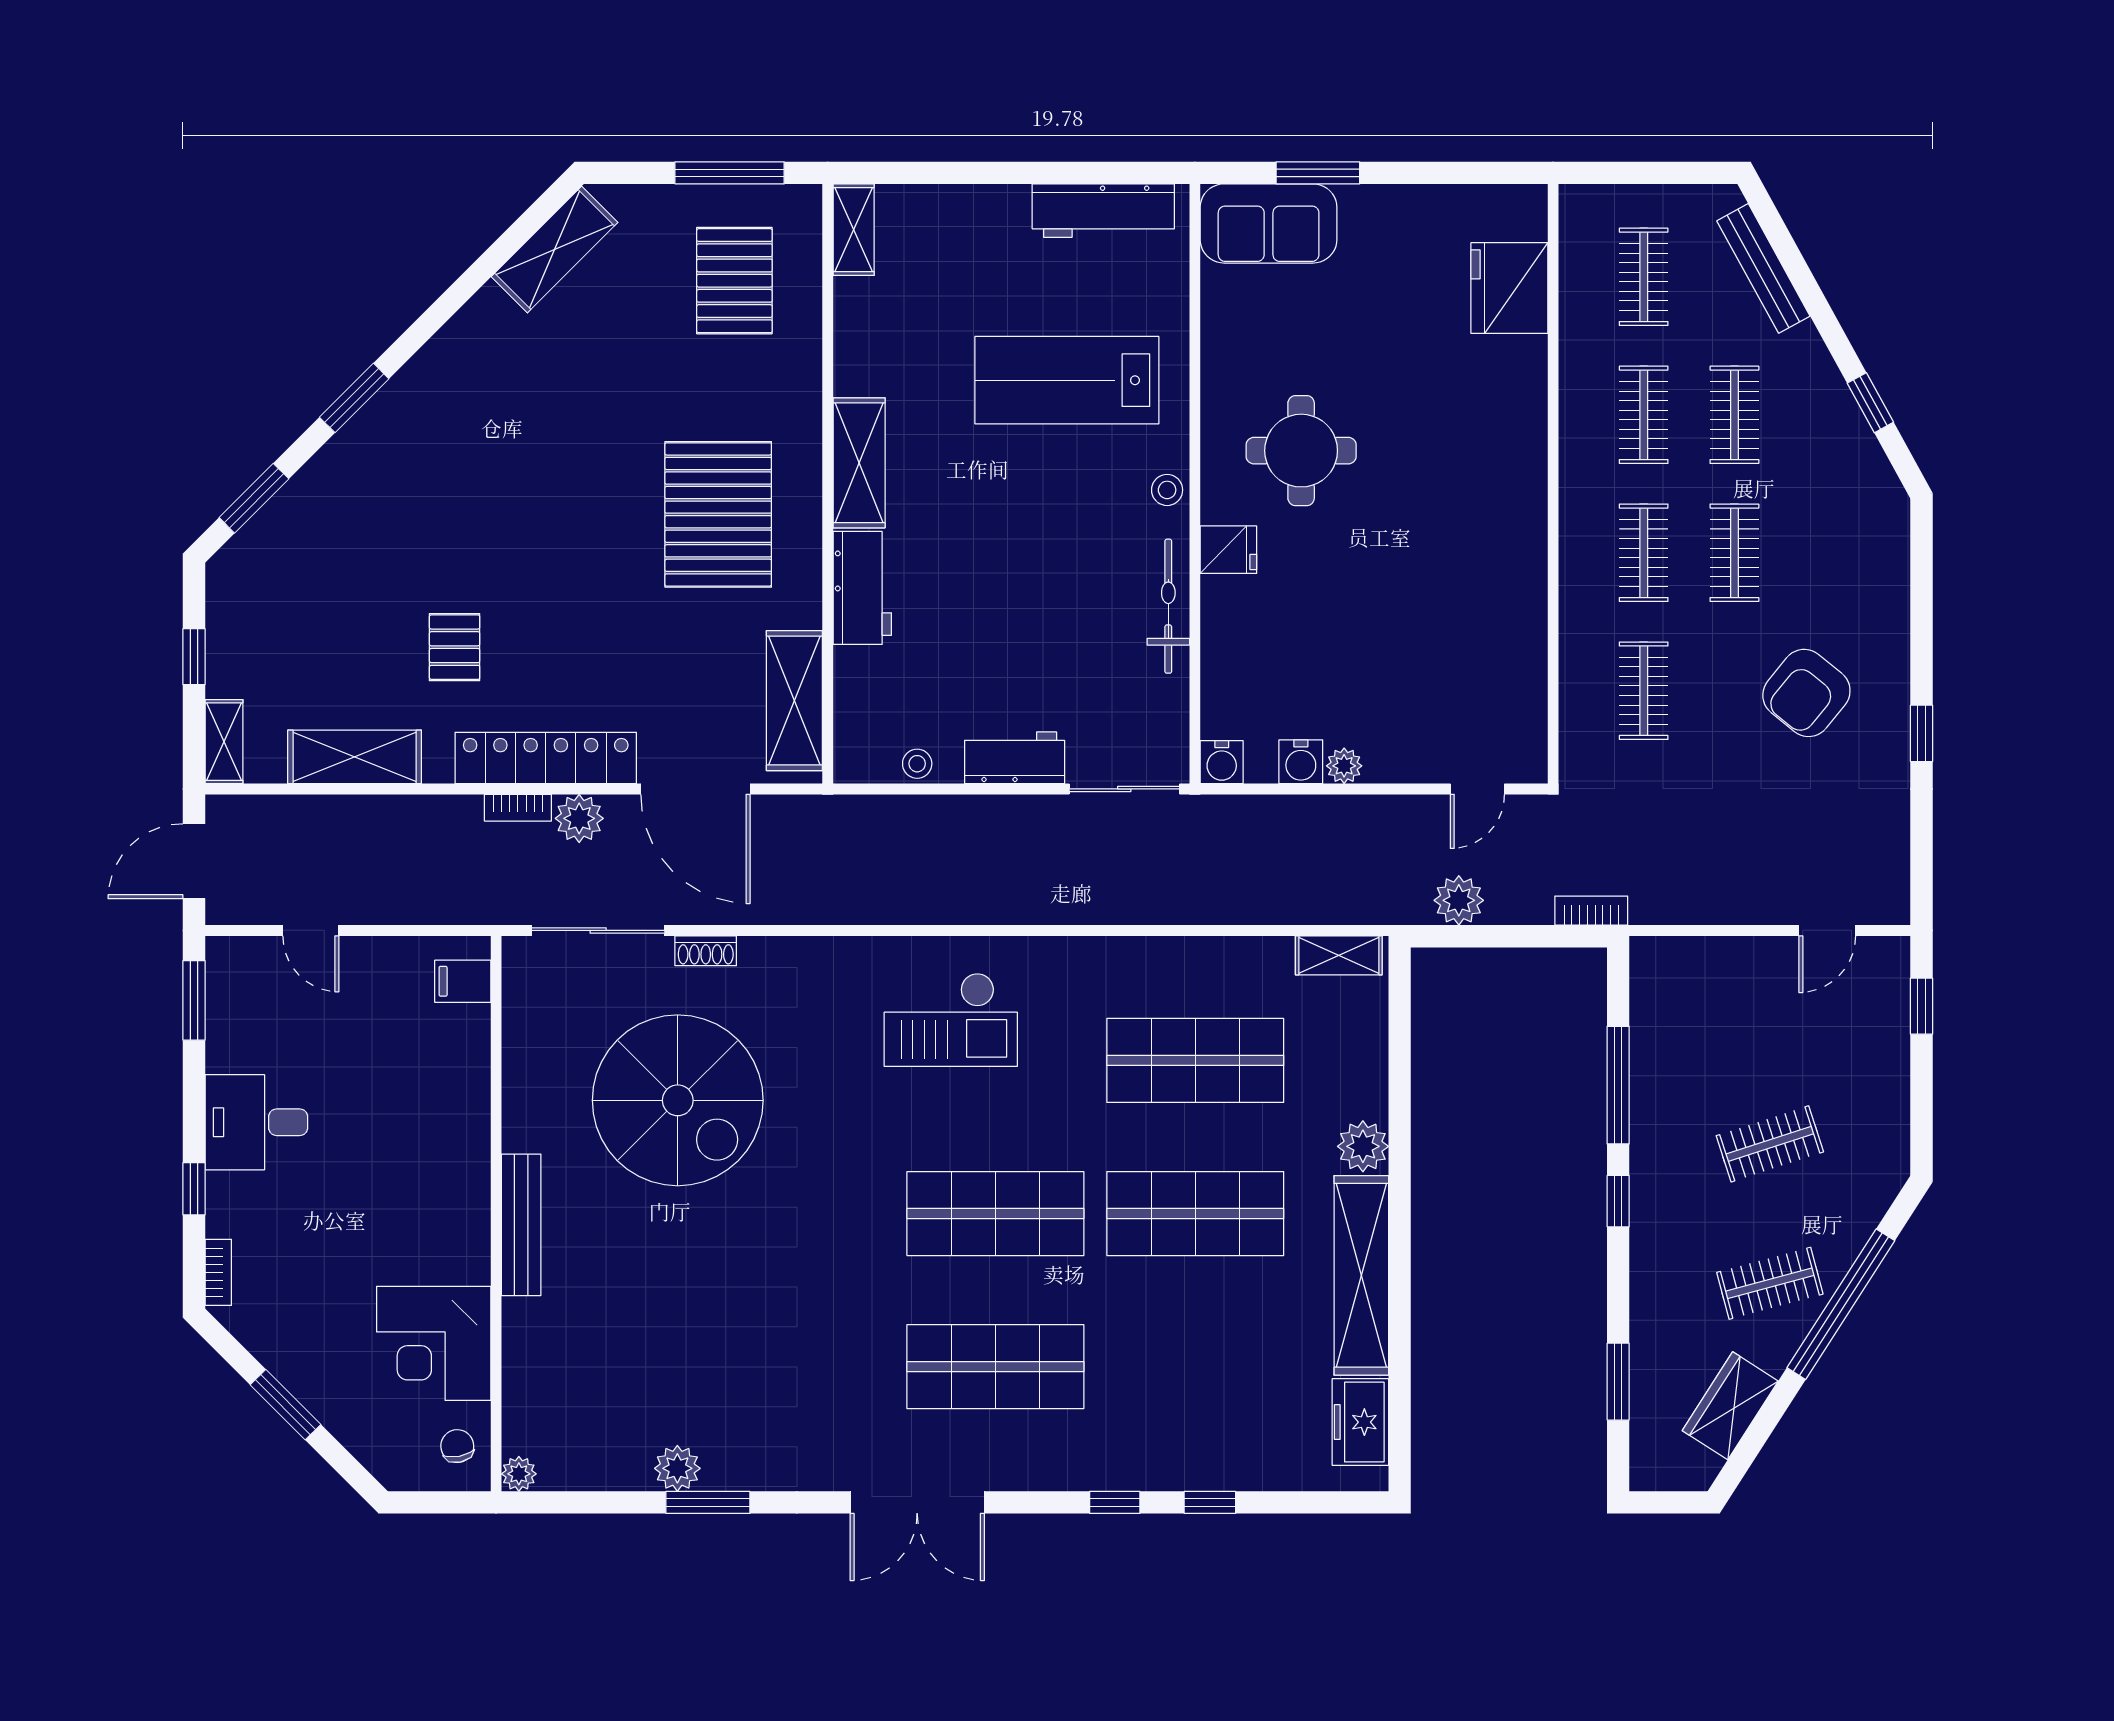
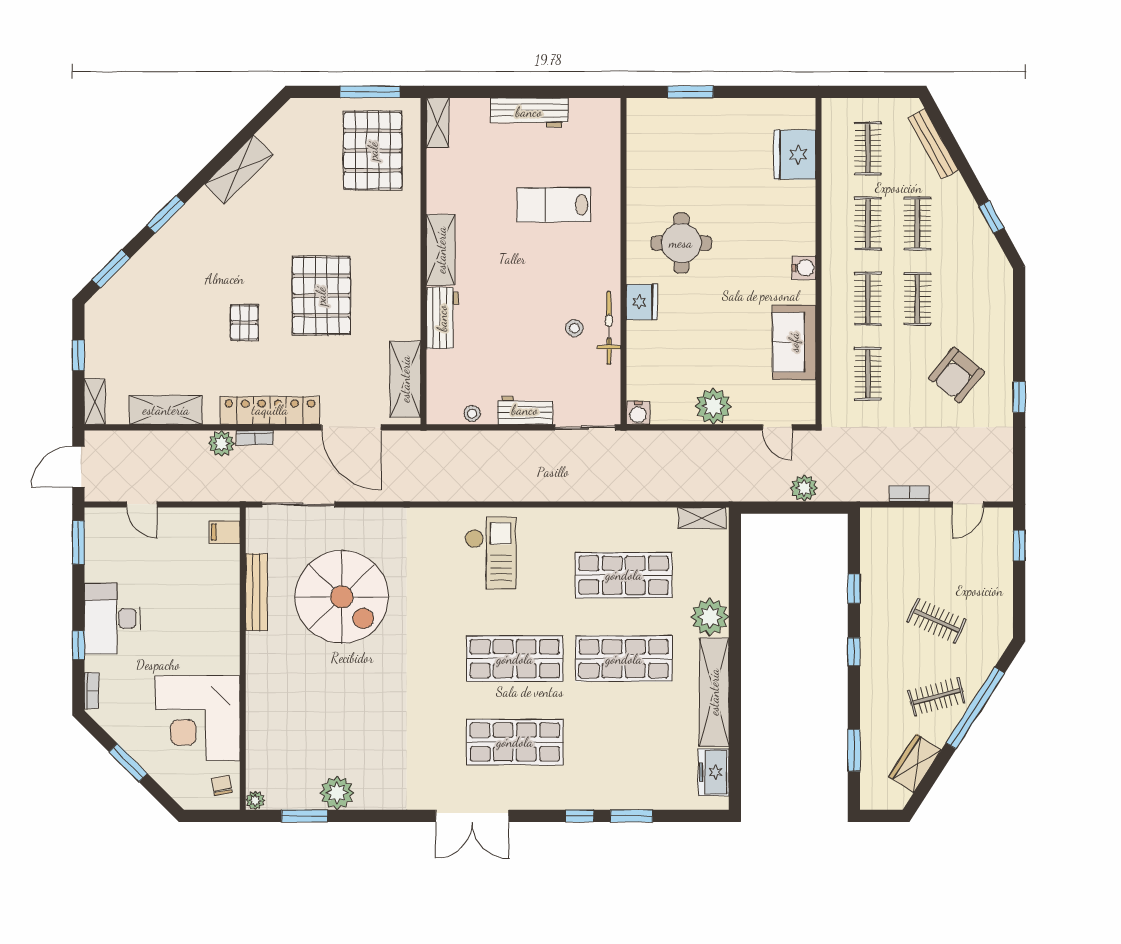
workbench: (1103, 211) -> (529, 112), moved
sofa: (1269, 223) -> (794, 342), moved, turned 90
shelving: (554, 250) -> (239, 169), moved
pallet: (734, 281) -> (373, 151), width x1.37, depth x1.41
lab bench: (1067, 380) -> (554, 205), width x0.73, depth x0.72
stool: (1167, 490) -> (574, 328), moved
pallet: (718, 514) -> (321, 296), moved
fridge: (1228, 550) -> (642, 302), width x1.38
pallet: (455, 647) -> (244, 322), moved
water cooler: (1301, 762) -> (804, 268), moved, turned -90
plant: (1344, 766) -> (713, 406), width x1.87, depth x1.87
door: (1477, 789) -> (777, 427), hinge flipped
plant: (579, 818) -> (221, 443), moved
plant: (1459, 900) -> (804, 488), moved
bookcase: (1591, 911) -> (909, 494), moved
shoe rack: (706, 951) -> (357, 515), removed
checkout: (951, 1020) -> (490, 553), turned -90
window: (1618, 1085) -> (854, 589), width x0.46
desk: (256, 1122) -> (112, 619), width x1.37
clothes rail: (1770, 1144) -> (937, 621), turned 42
plant: (1363, 1146) -> (710, 617), width x1.36, depth x1.36
bench: (521, 1225) -> (257, 592), moved
corner desk: (434, 1343) -> (198, 718), width x1.36, depth x1.36
plant: (677, 1468) -> (337, 793), width x1.36, depth x1.36
window: (708, 1502) -> (304, 816), moved
window: (1210, 1502) -> (632, 816), width x1.50

